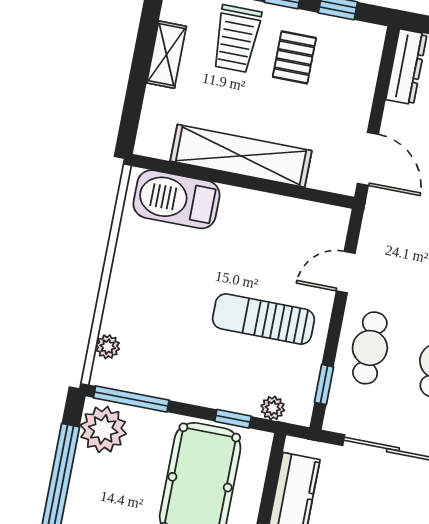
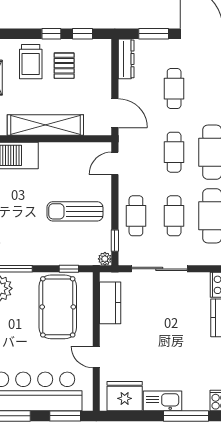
door: (346, 272) -> (115, 163), moved
plant: (273, 408) -> (105, 259), moved

